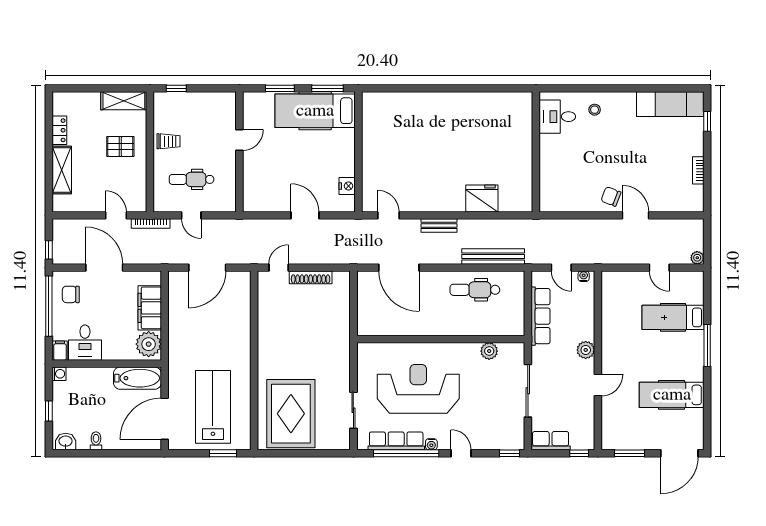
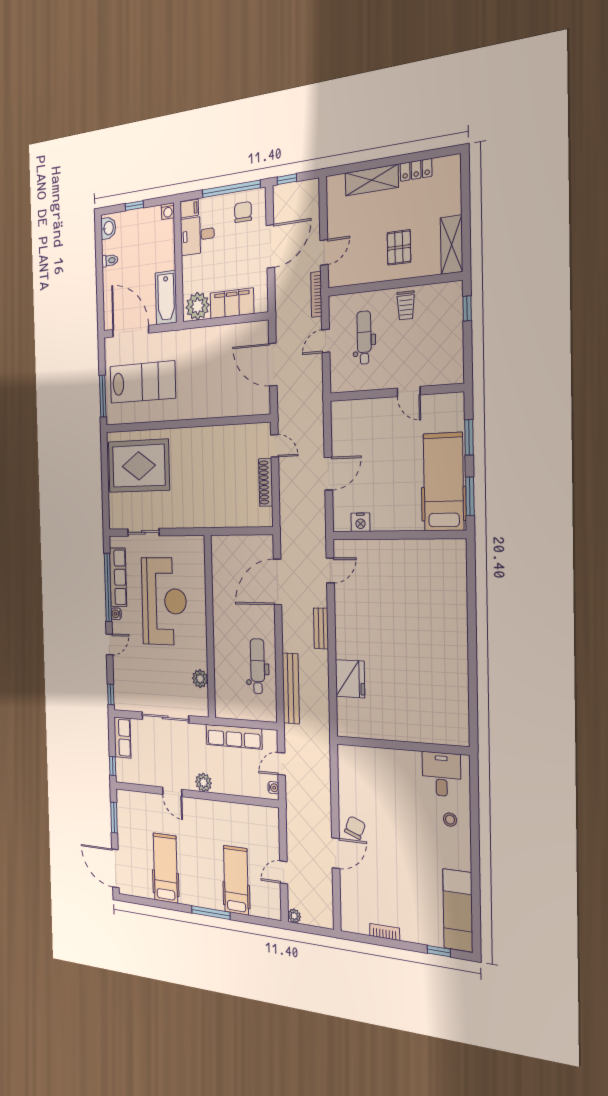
window: (223, 453) -> (103, 396), width x1.44

